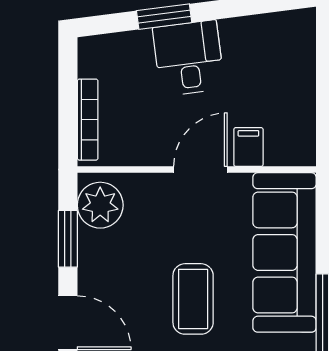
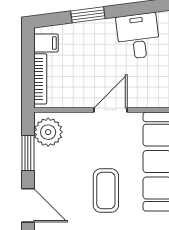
desk: (189, 58) -> (138, 36), moved
filing cabinet: (248, 147) -> (46, 43), moved, turned 90

